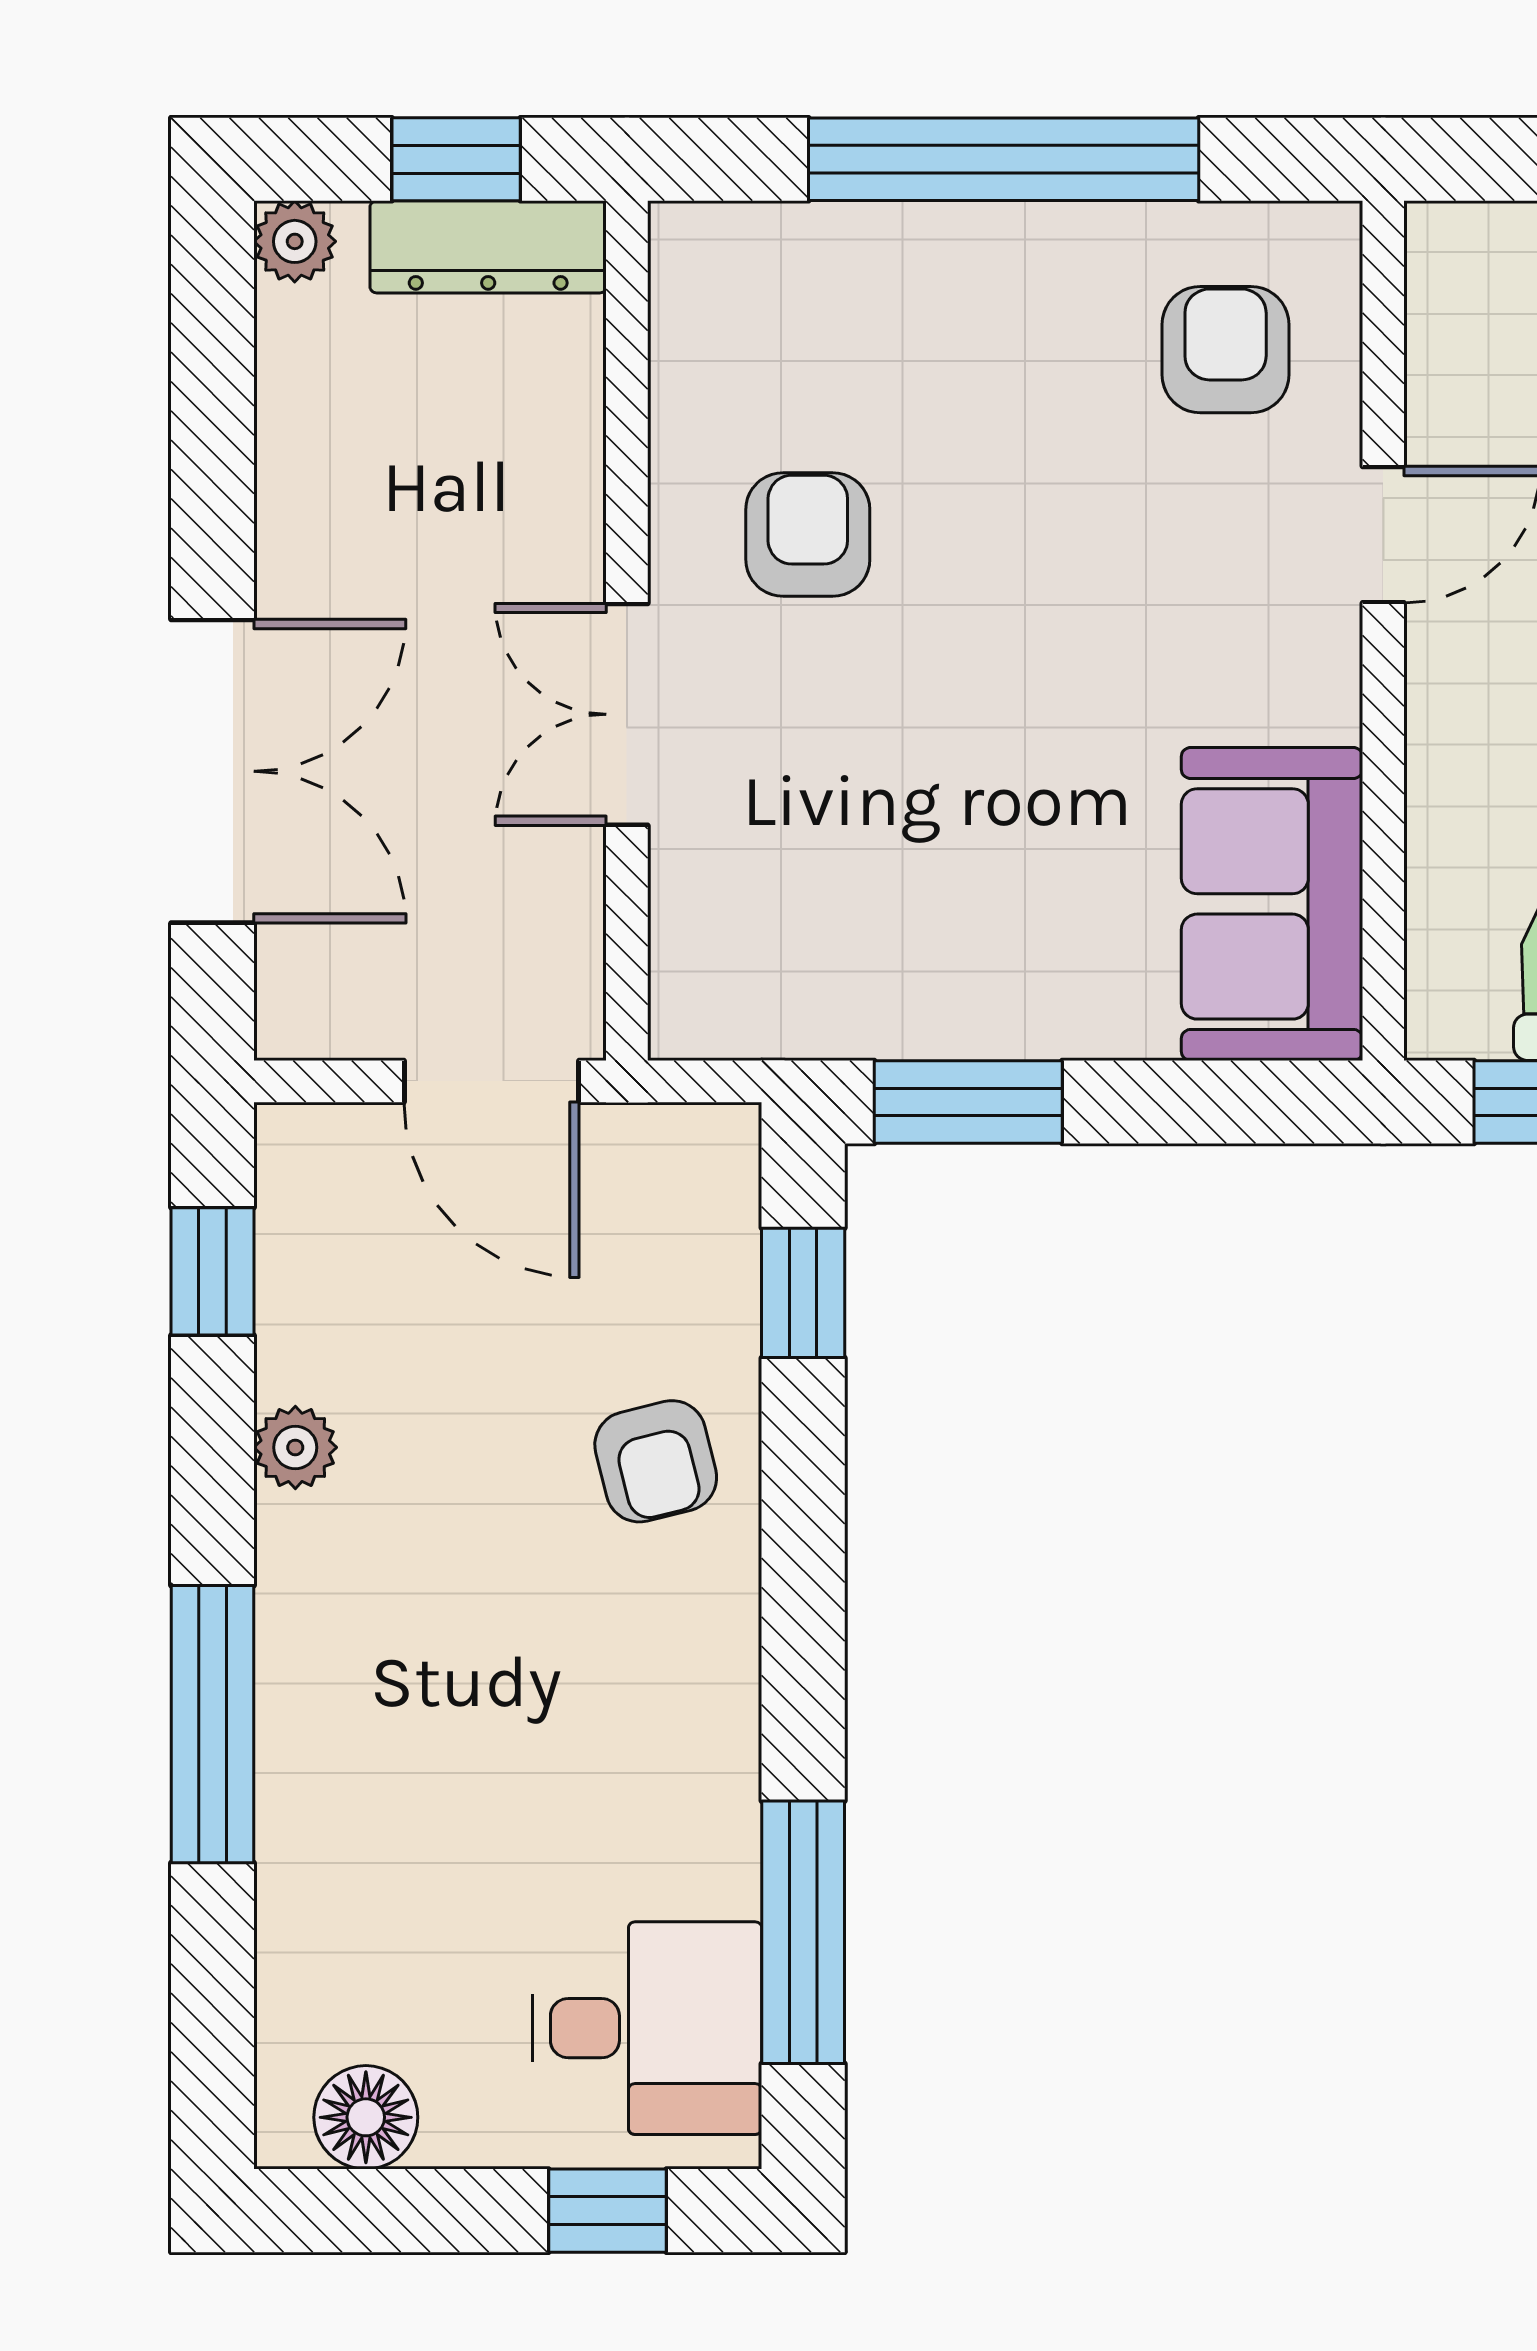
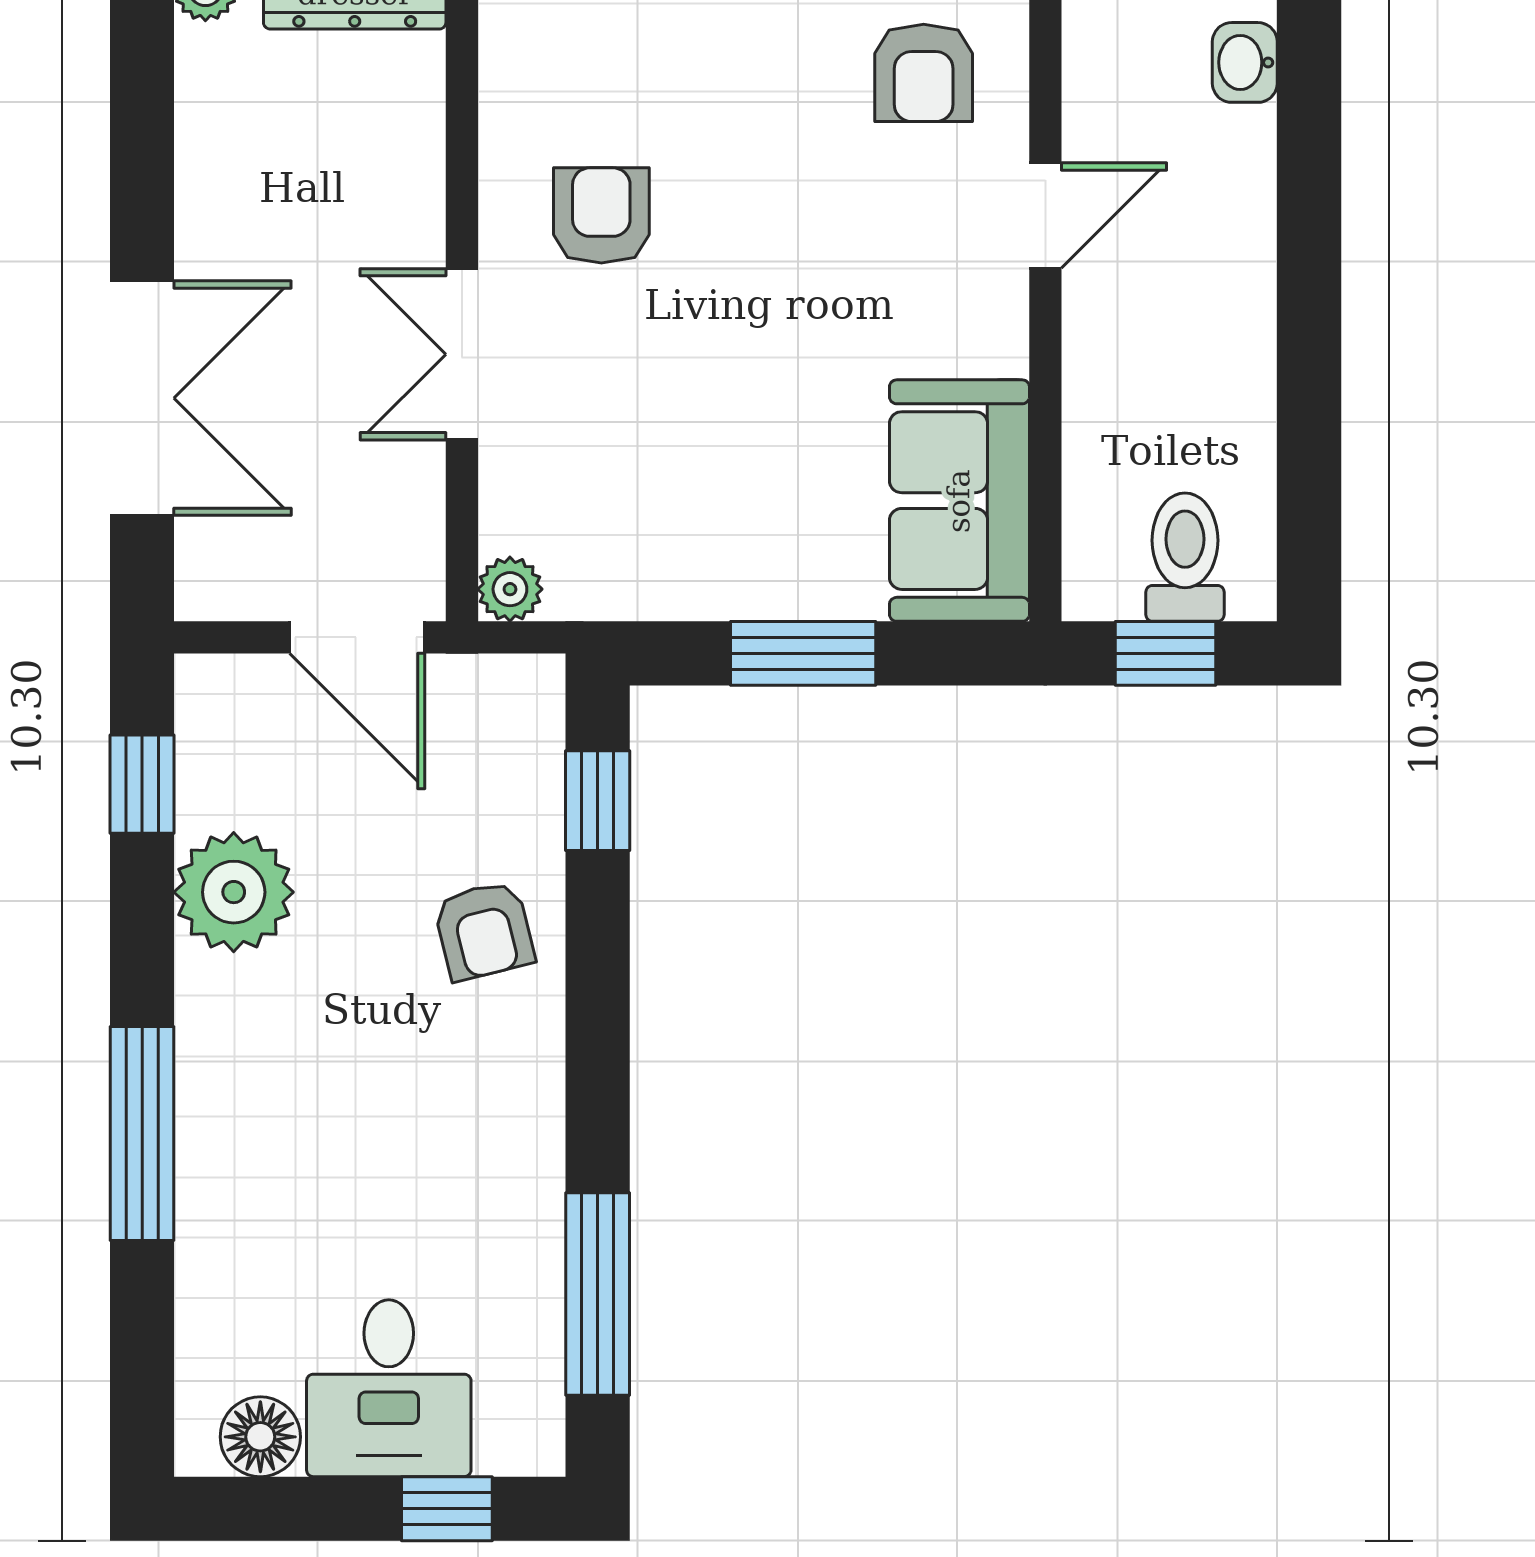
armchair: (1226, 350) -> (924, 73), turned 180
plant: (689, 1019) -> (510, 589), added
window: (968, 1102) -> (803, 653), moved
plant: (295, 1447) -> (234, 892), width x1.88, depth x1.88
desk: (647, 2028) -> (389, 1388), moved, turned 90

